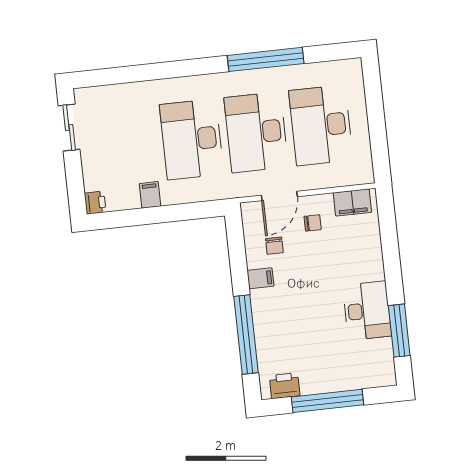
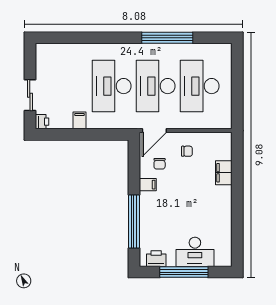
sliding door: (69, 128) -> (30, 95), moved
door: (279, 196) -> (154, 131), moved
filing cabinet: (352, 202) -> (224, 173), moved, turned 90
desk: (367, 311) -> (195, 252), moved, turned 90
window: (399, 331) -> (237, 230), removed

